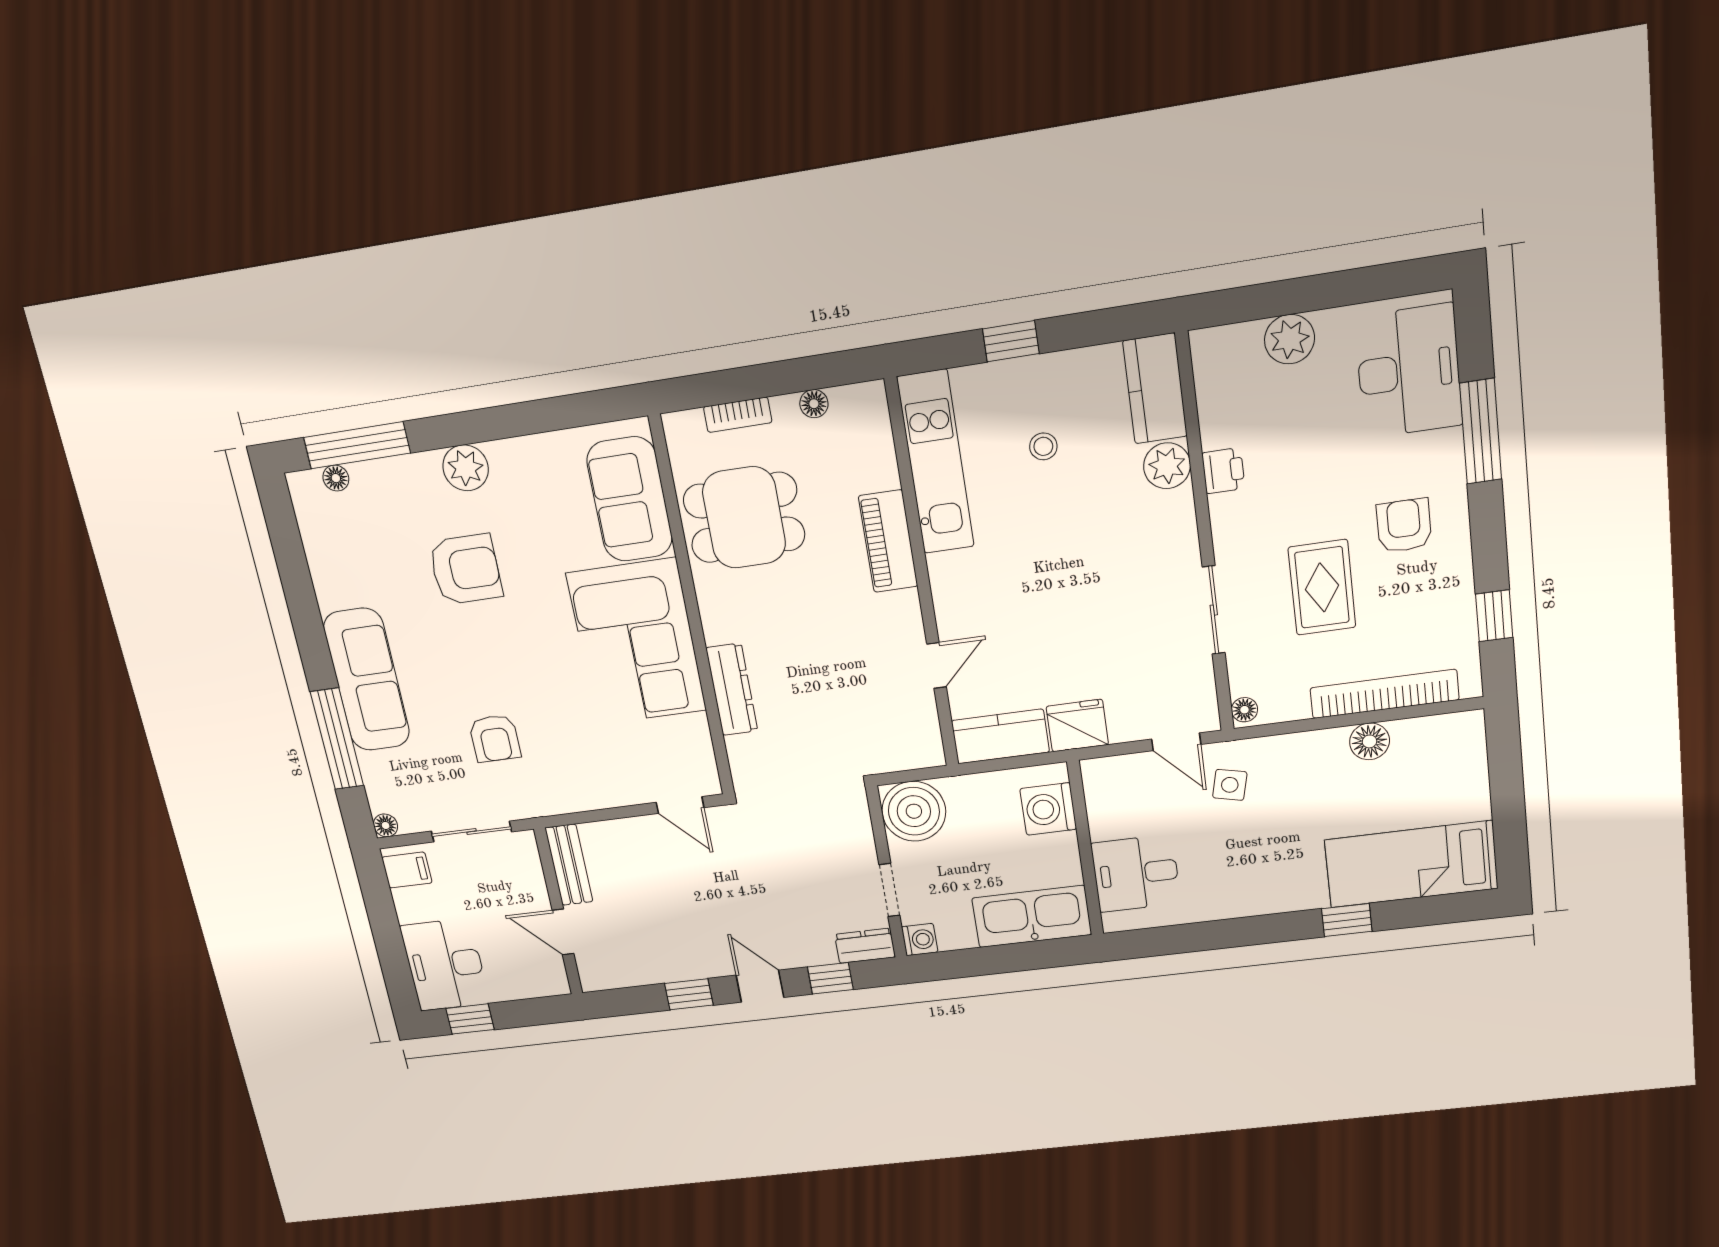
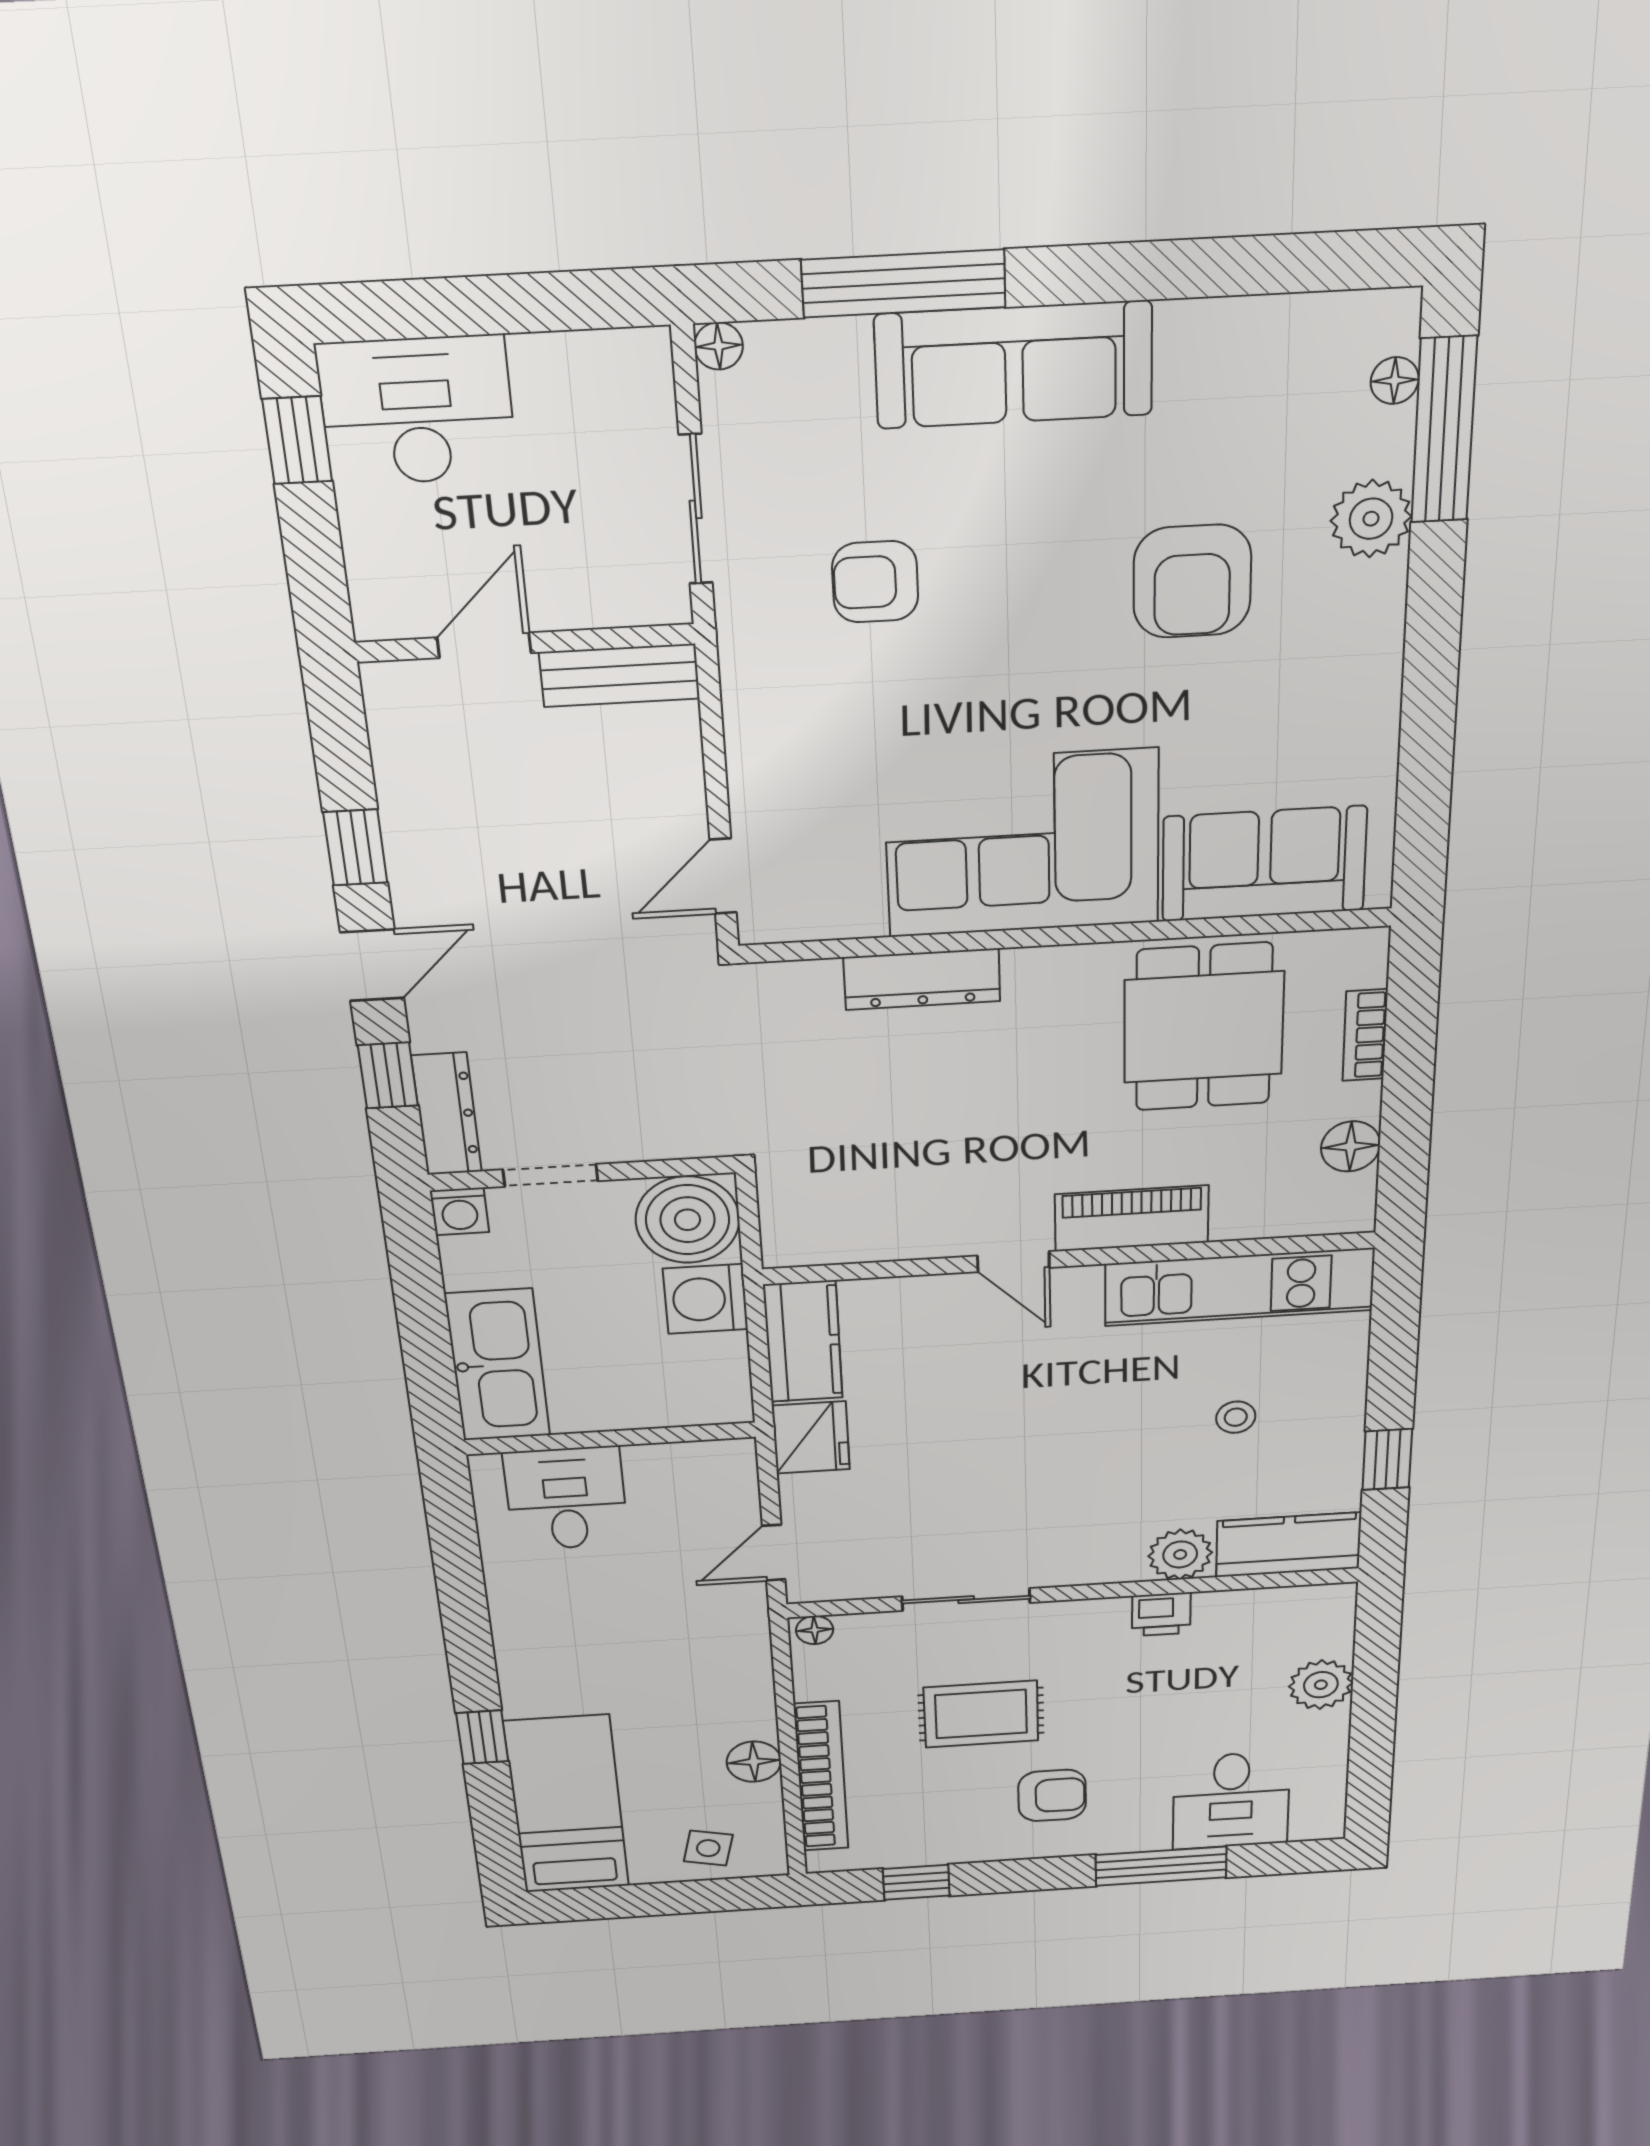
window: (1011, 341) -> (1387, 1459), moved
desk: (1409, 371) -> (1231, 1801), width x0.73
floor lamp: (814, 404) -> (1351, 1146), width x1.37, depth x1.37
plant: (466, 468) -> (1371, 519), moved
door: (937, 665) -> (1013, 1262), moved
side table: (1230, 785) -> (708, 1848), moved
washing machine: (1048, 809) -> (705, 1299), moved, turned -90
filing cabinet: (407, 870) -> (623, 371), removed
dresser: (865, 946) -> (447, 1114), width x1.44

